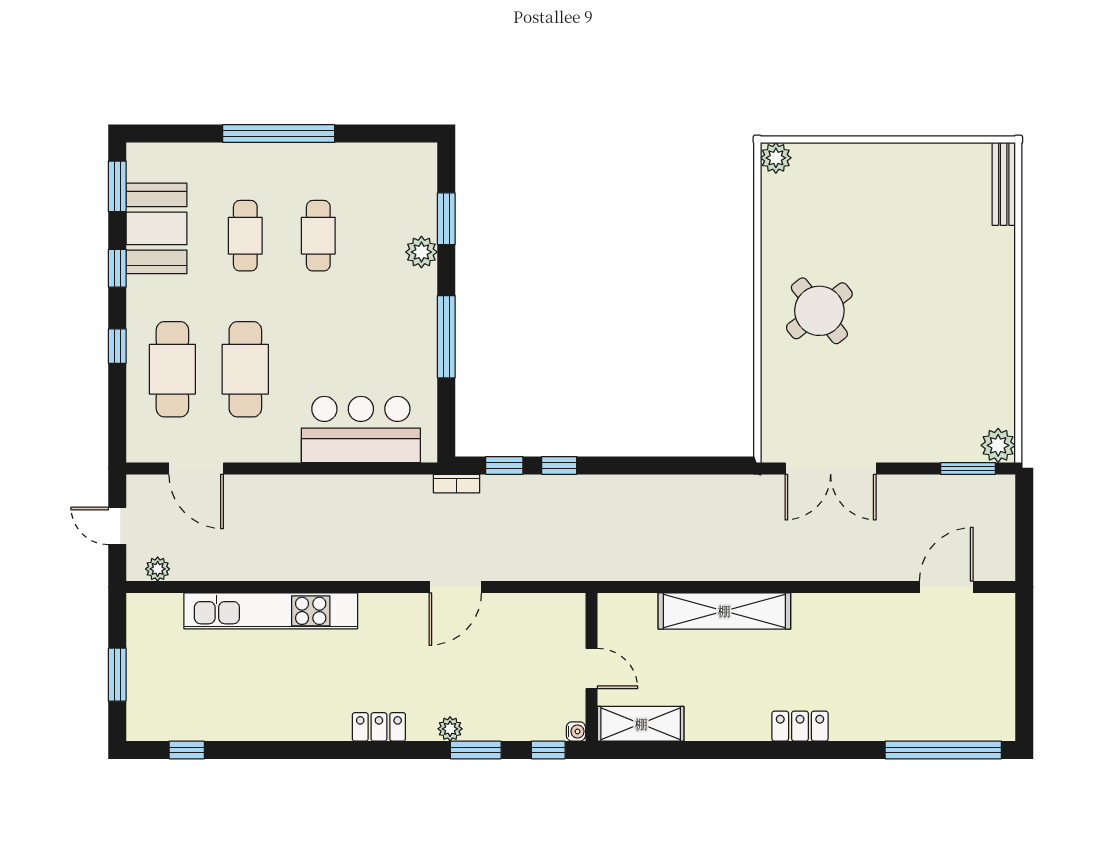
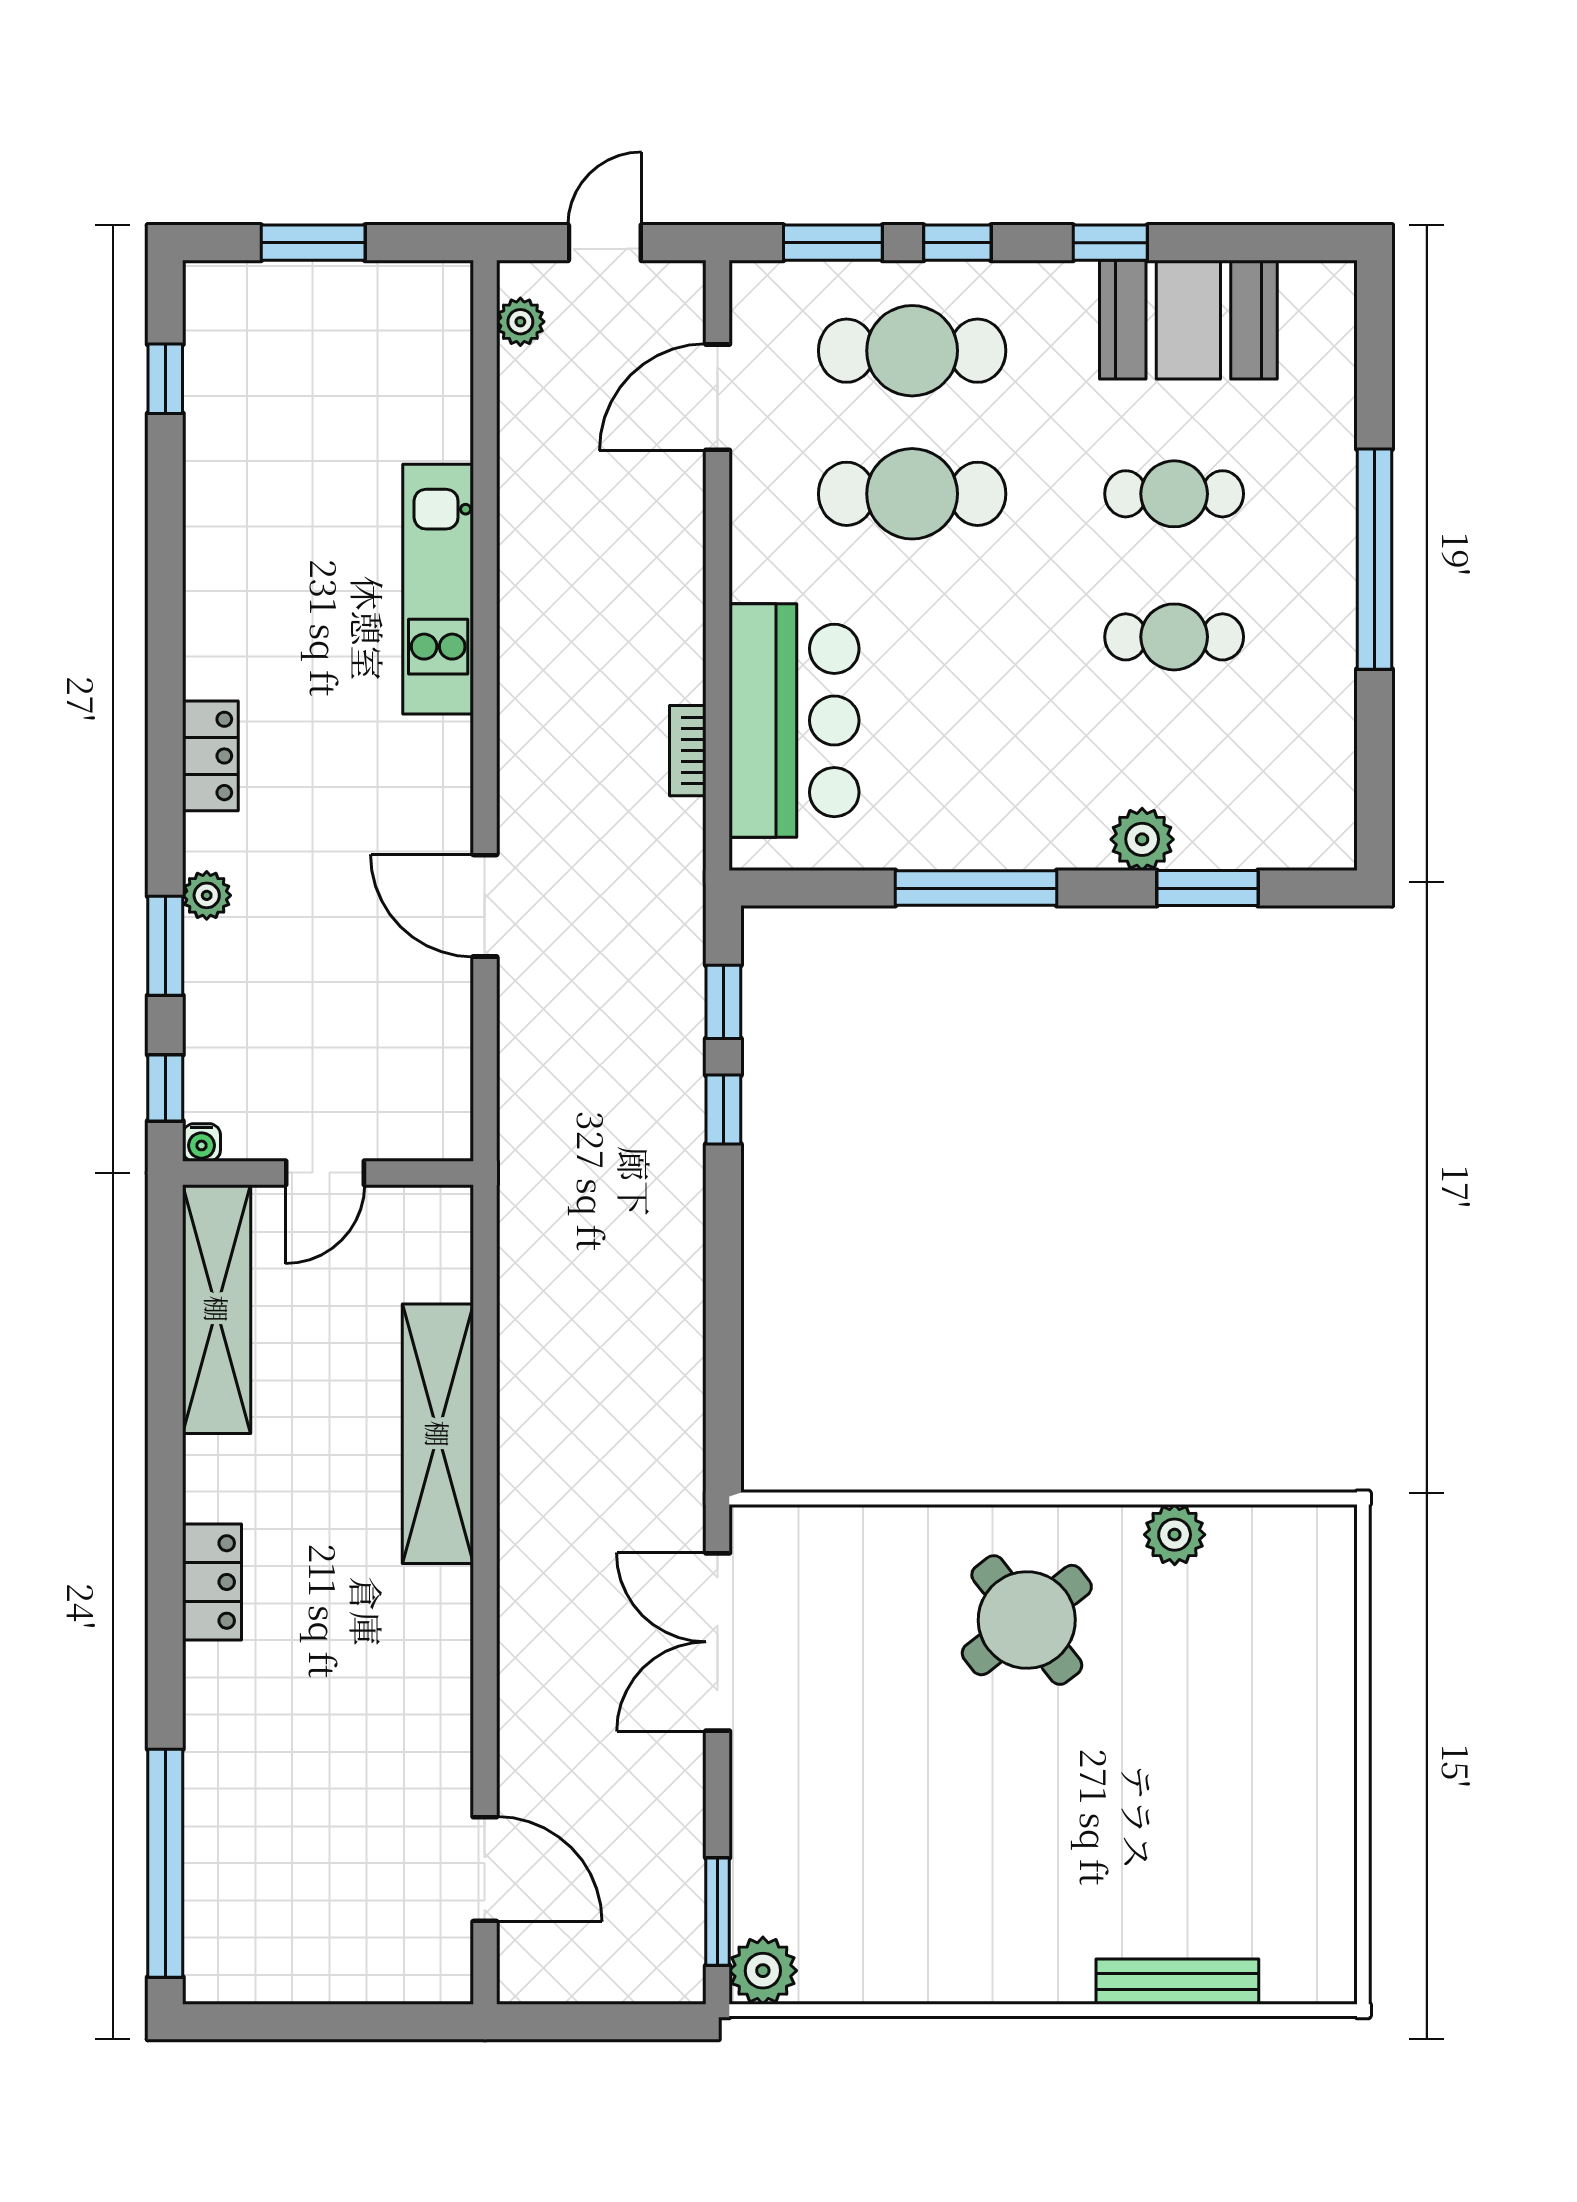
plant: (776, 158) -> (1175, 1535), moved
bench: (1004, 184) -> (1177, 1982), moved
window: (117, 186) -> (833, 243), moved
bookcase: (457, 484) -> (688, 751), moved
kitchen unit: (271, 611) -> (438, 589), width x0.73
shelving: (641, 724) -> (217, 1309), width x1.47

